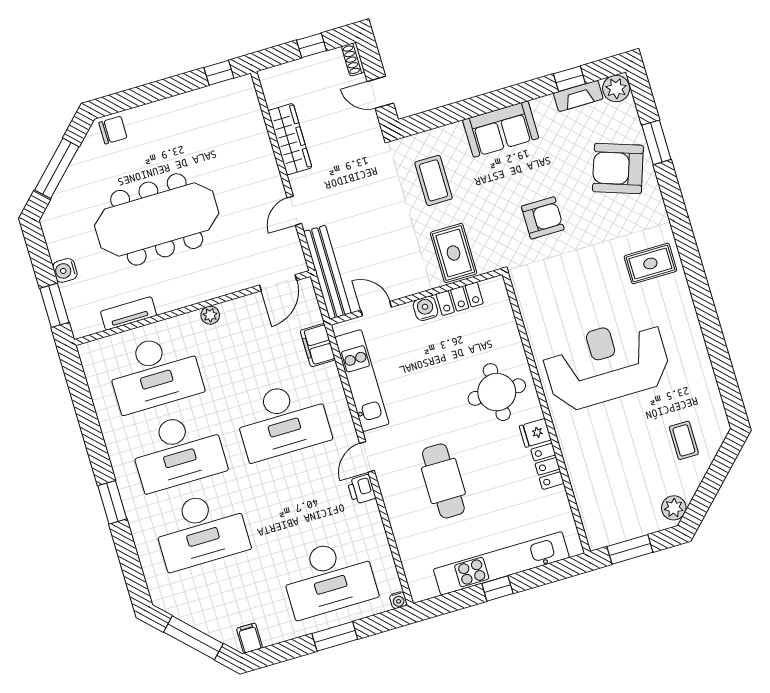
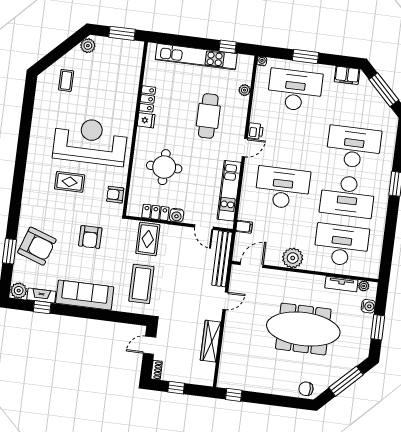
door: (380, 92) -> (150, 345), swing flipped
sofa: (501, 129) -> (85, 295), width x1.36
coffee table: (434, 180) -> (141, 284), width x1.36, depth x1.32
armchair: (543, 218) -> (90, 237), turned -90
rug: (650, 263) -> (70, 182), moved
water cooler: (65, 270) -> (368, 306), moved
armchair: (533, 299) -> (115, 195), added
window: (54, 305) -> (378, 327), moved
plant: (210, 315) -> (293, 258), width x1.88, depth x1.88
plant: (93, 325) -> (364, 286), added
filing cabinet: (318, 345) -> (244, 227), width x0.50
reception desk: (606, 364) -> (90, 141), turned 180
round table: (497, 392) -> (164, 167), moved
desk: (178, 451) -> (347, 196), turned 180
plant: (405, 544) -> (245, 90), added
window: (497, 588) -> (228, 47), moved
filing cabinet: (249, 638) -> (347, 75), width x2.00

